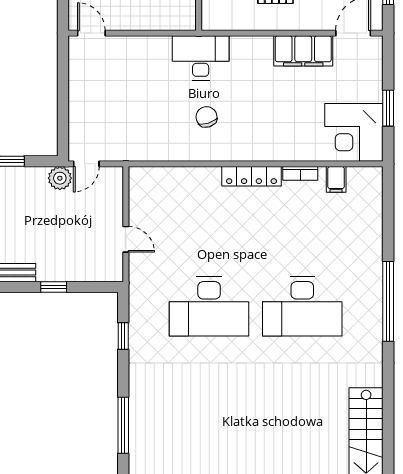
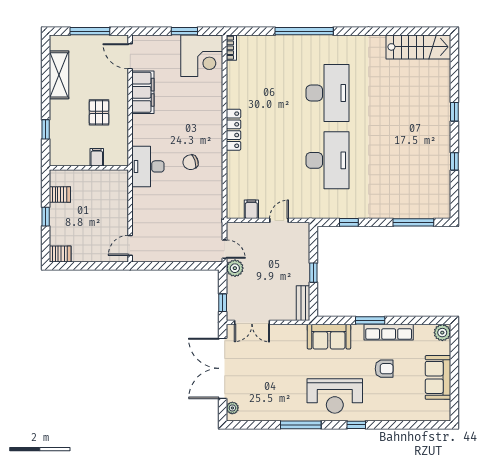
bookcase: (300, 173) -> (231, 48), moved
filing cabinet: (336, 179) -> (251, 209), moved, turned -90
window: (388, 301) -> (304, 31), moved

